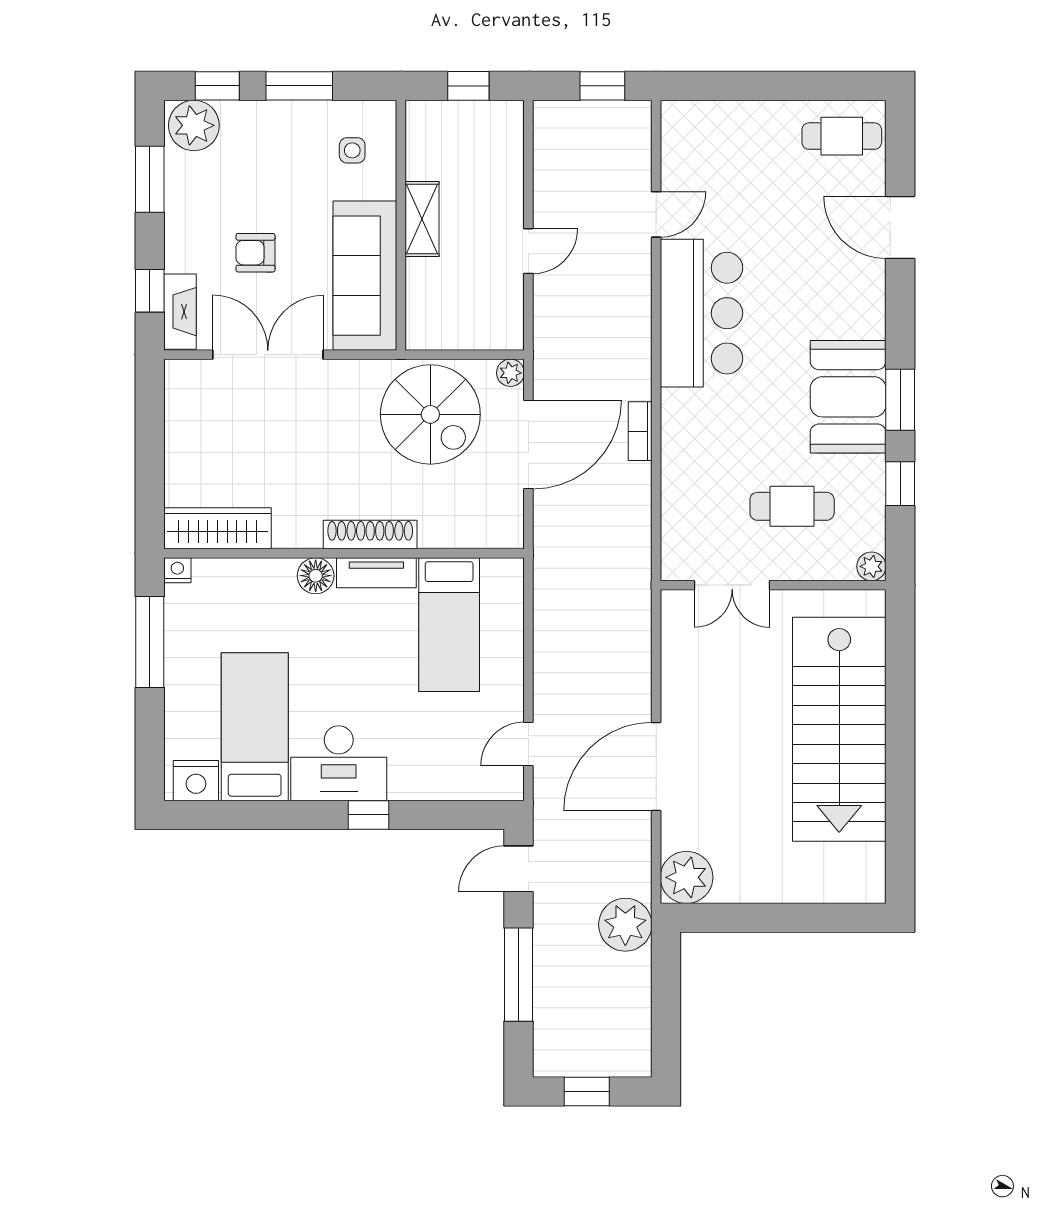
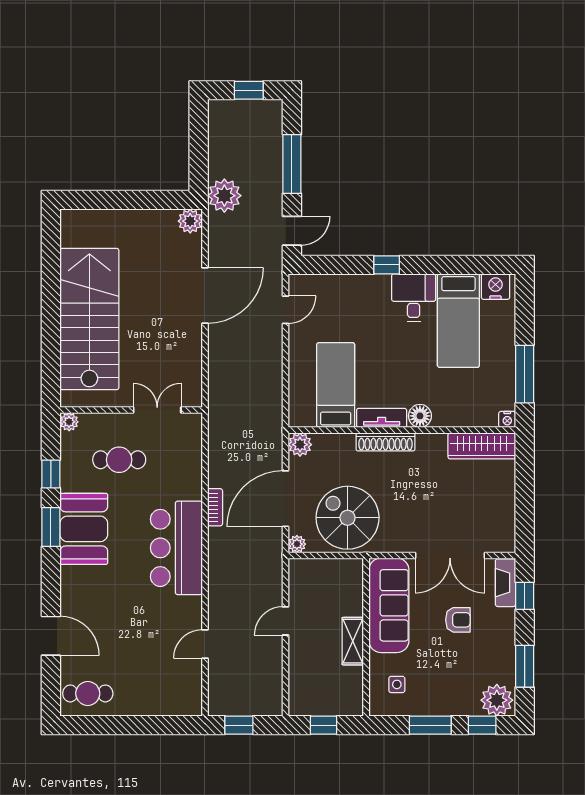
bar counter: (701, 313) -> (176, 548), moved
plant: (506, 530) -> (300, 445), added
desk: (339, 763) -> (414, 298), width x0.73
plant: (687, 877) -> (190, 221), width x0.73, depth x0.73

